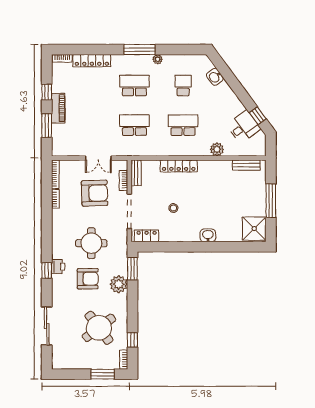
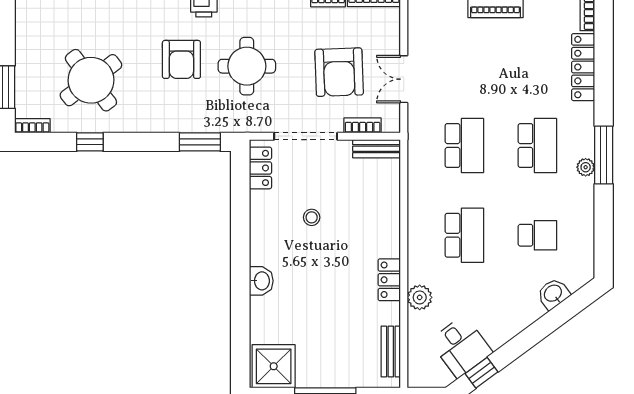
plant: (157, 59) -> (586, 167), moved
locker: (179, 166) -> (389, 280), moved, width x0.66
plant: (119, 284) -> (171, 117), removed
window: (132, 340) -> (90, 142), moved

